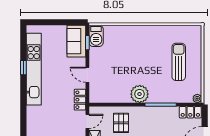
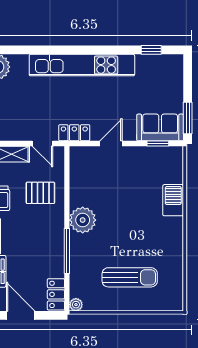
window: (70, 22) -> (188, 118), added
barbecue: (96, 36) -> (173, 200), moved, turned 90
window: (23, 68) -> (151, 50), moved
kitchen unit: (34, 69) -> (82, 65), moved

